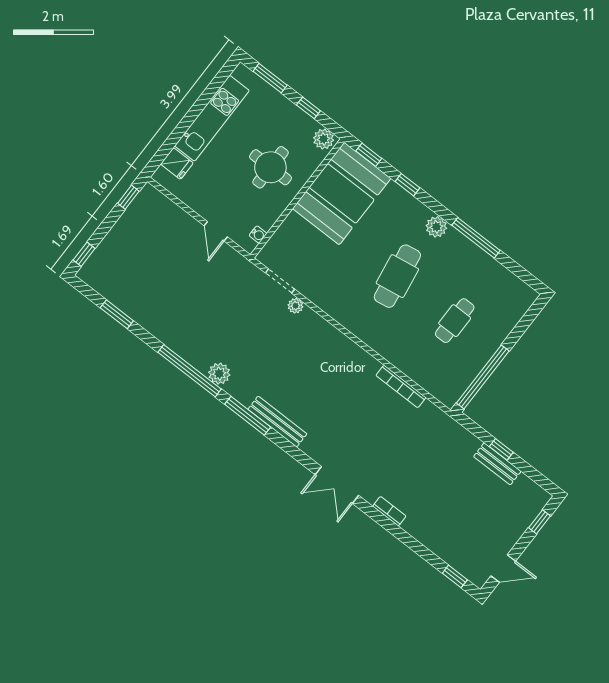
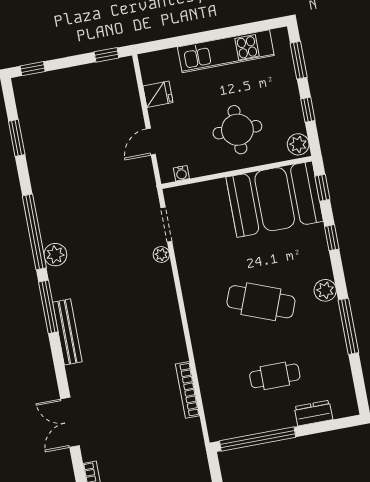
fridge: (177, 163) -> (158, 94), moved, turned -90
cafe table: (397, 276) -> (261, 302), turned 30
dresser: (506, 323) -> (314, 413), added

